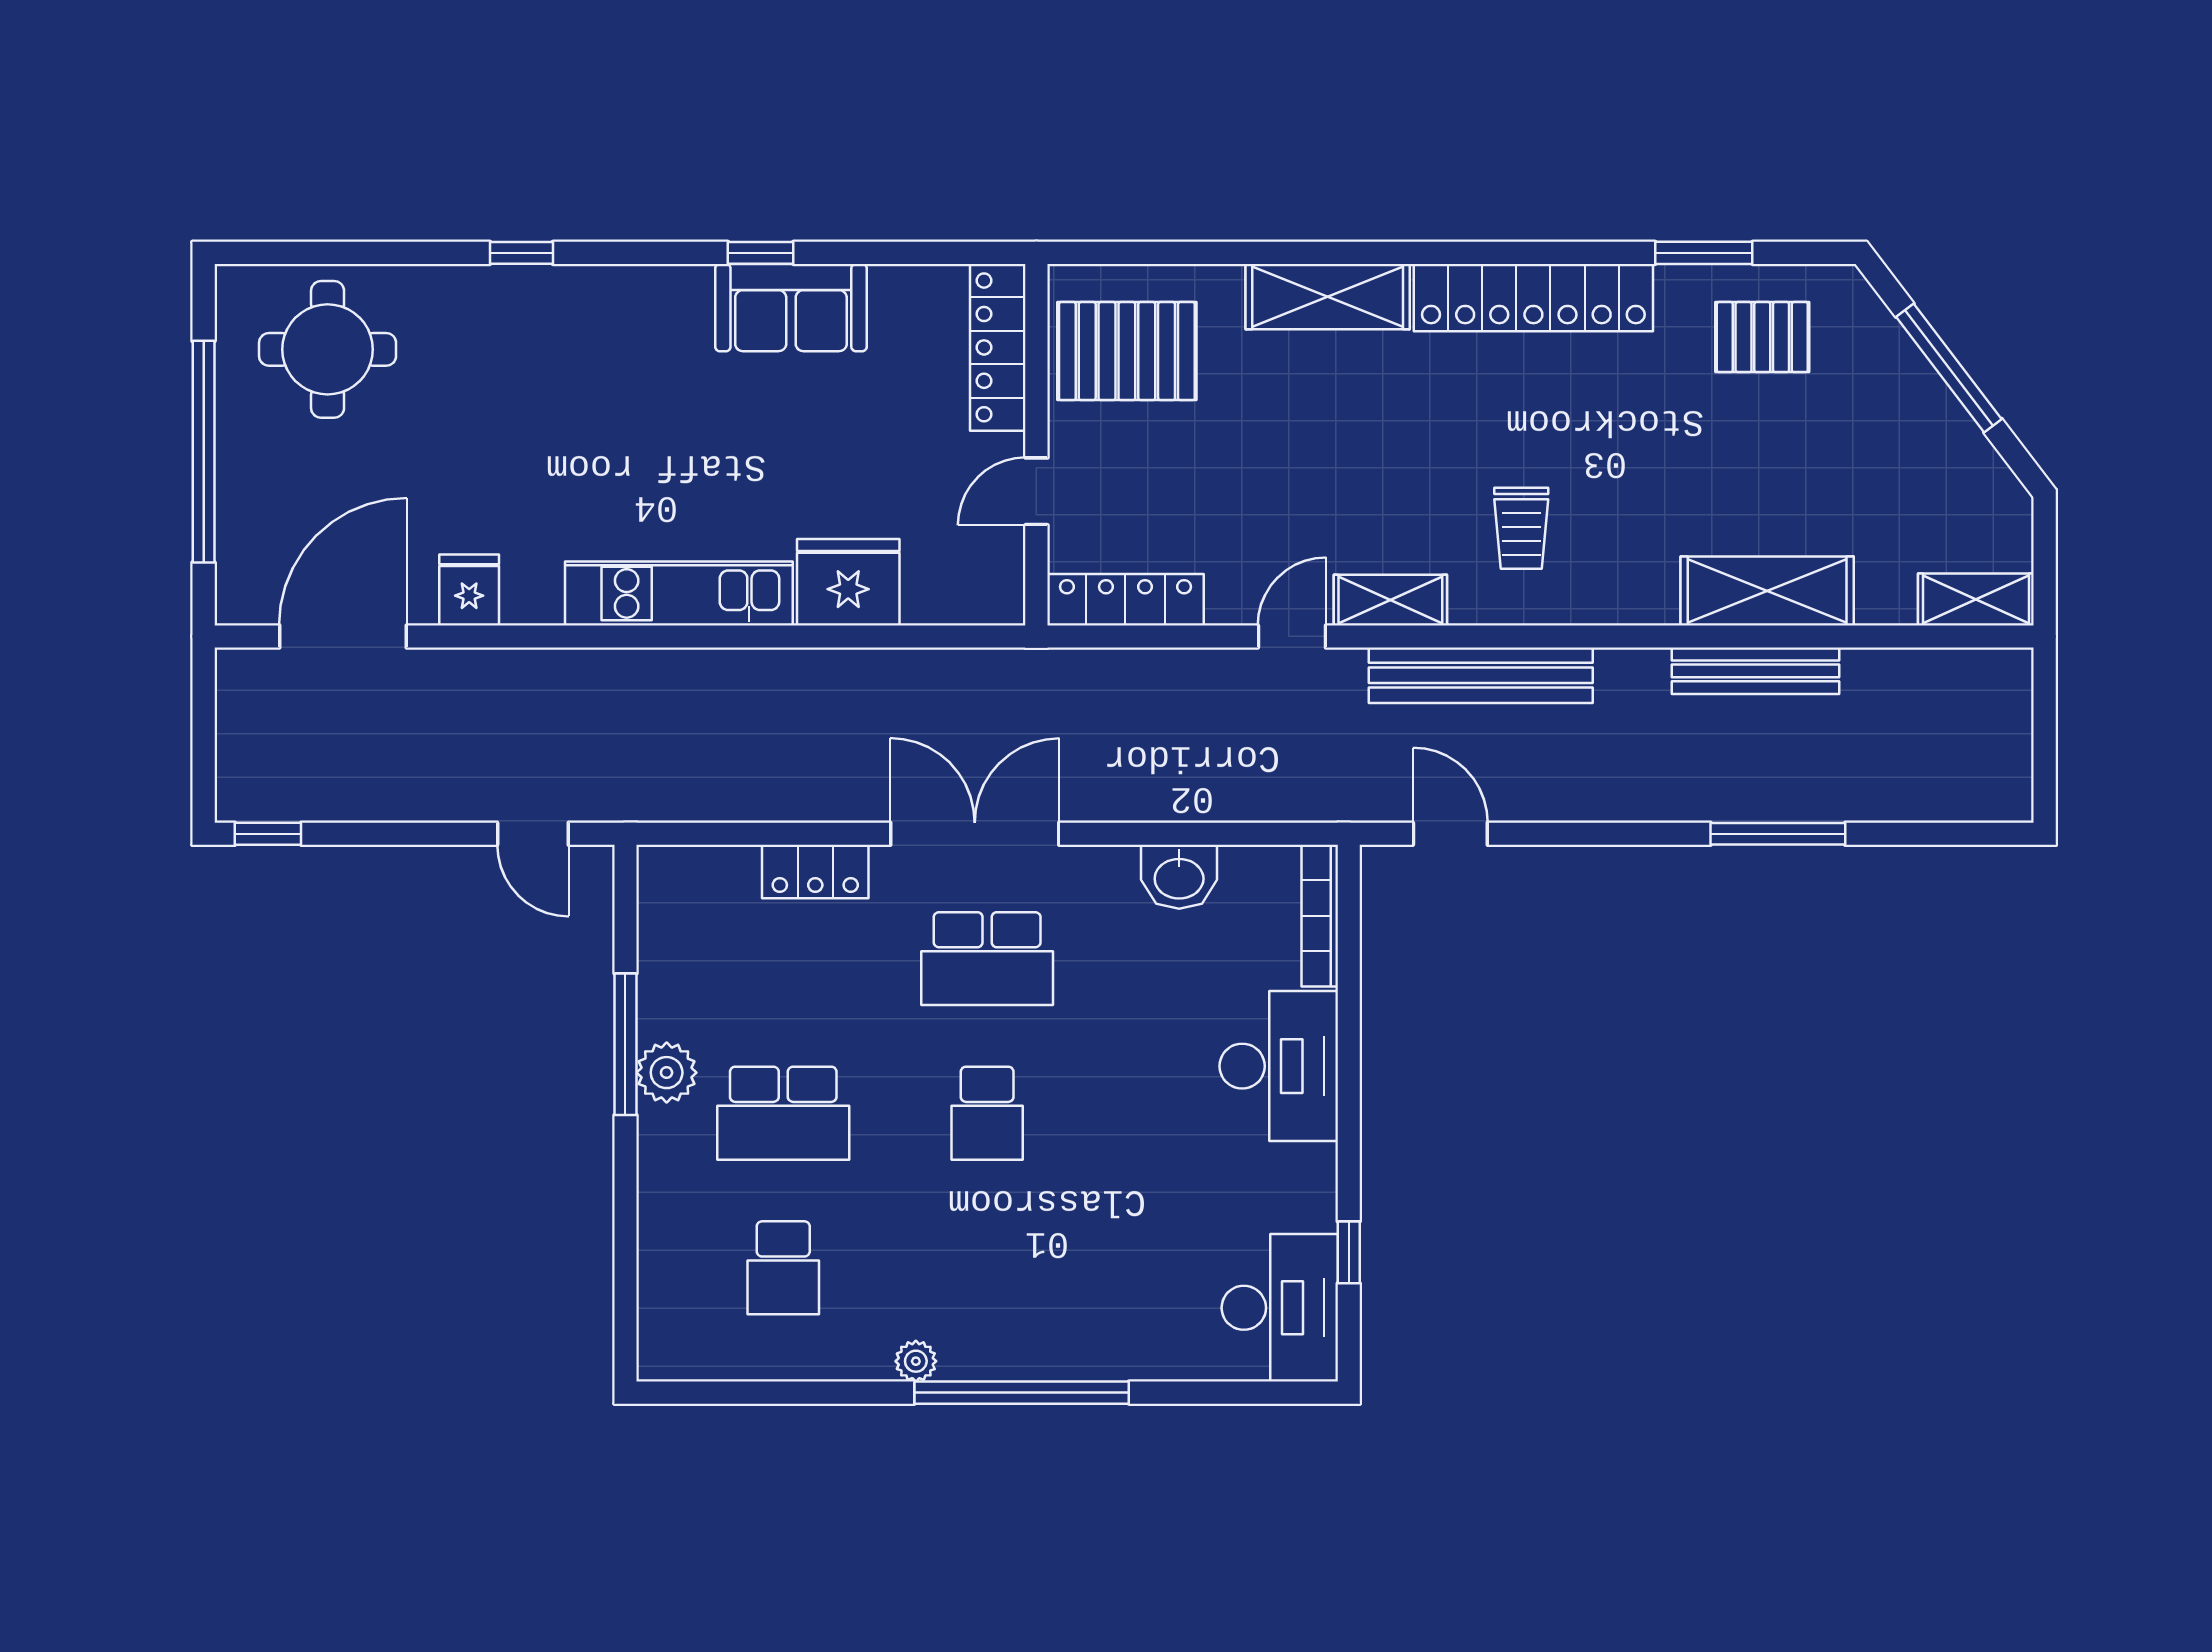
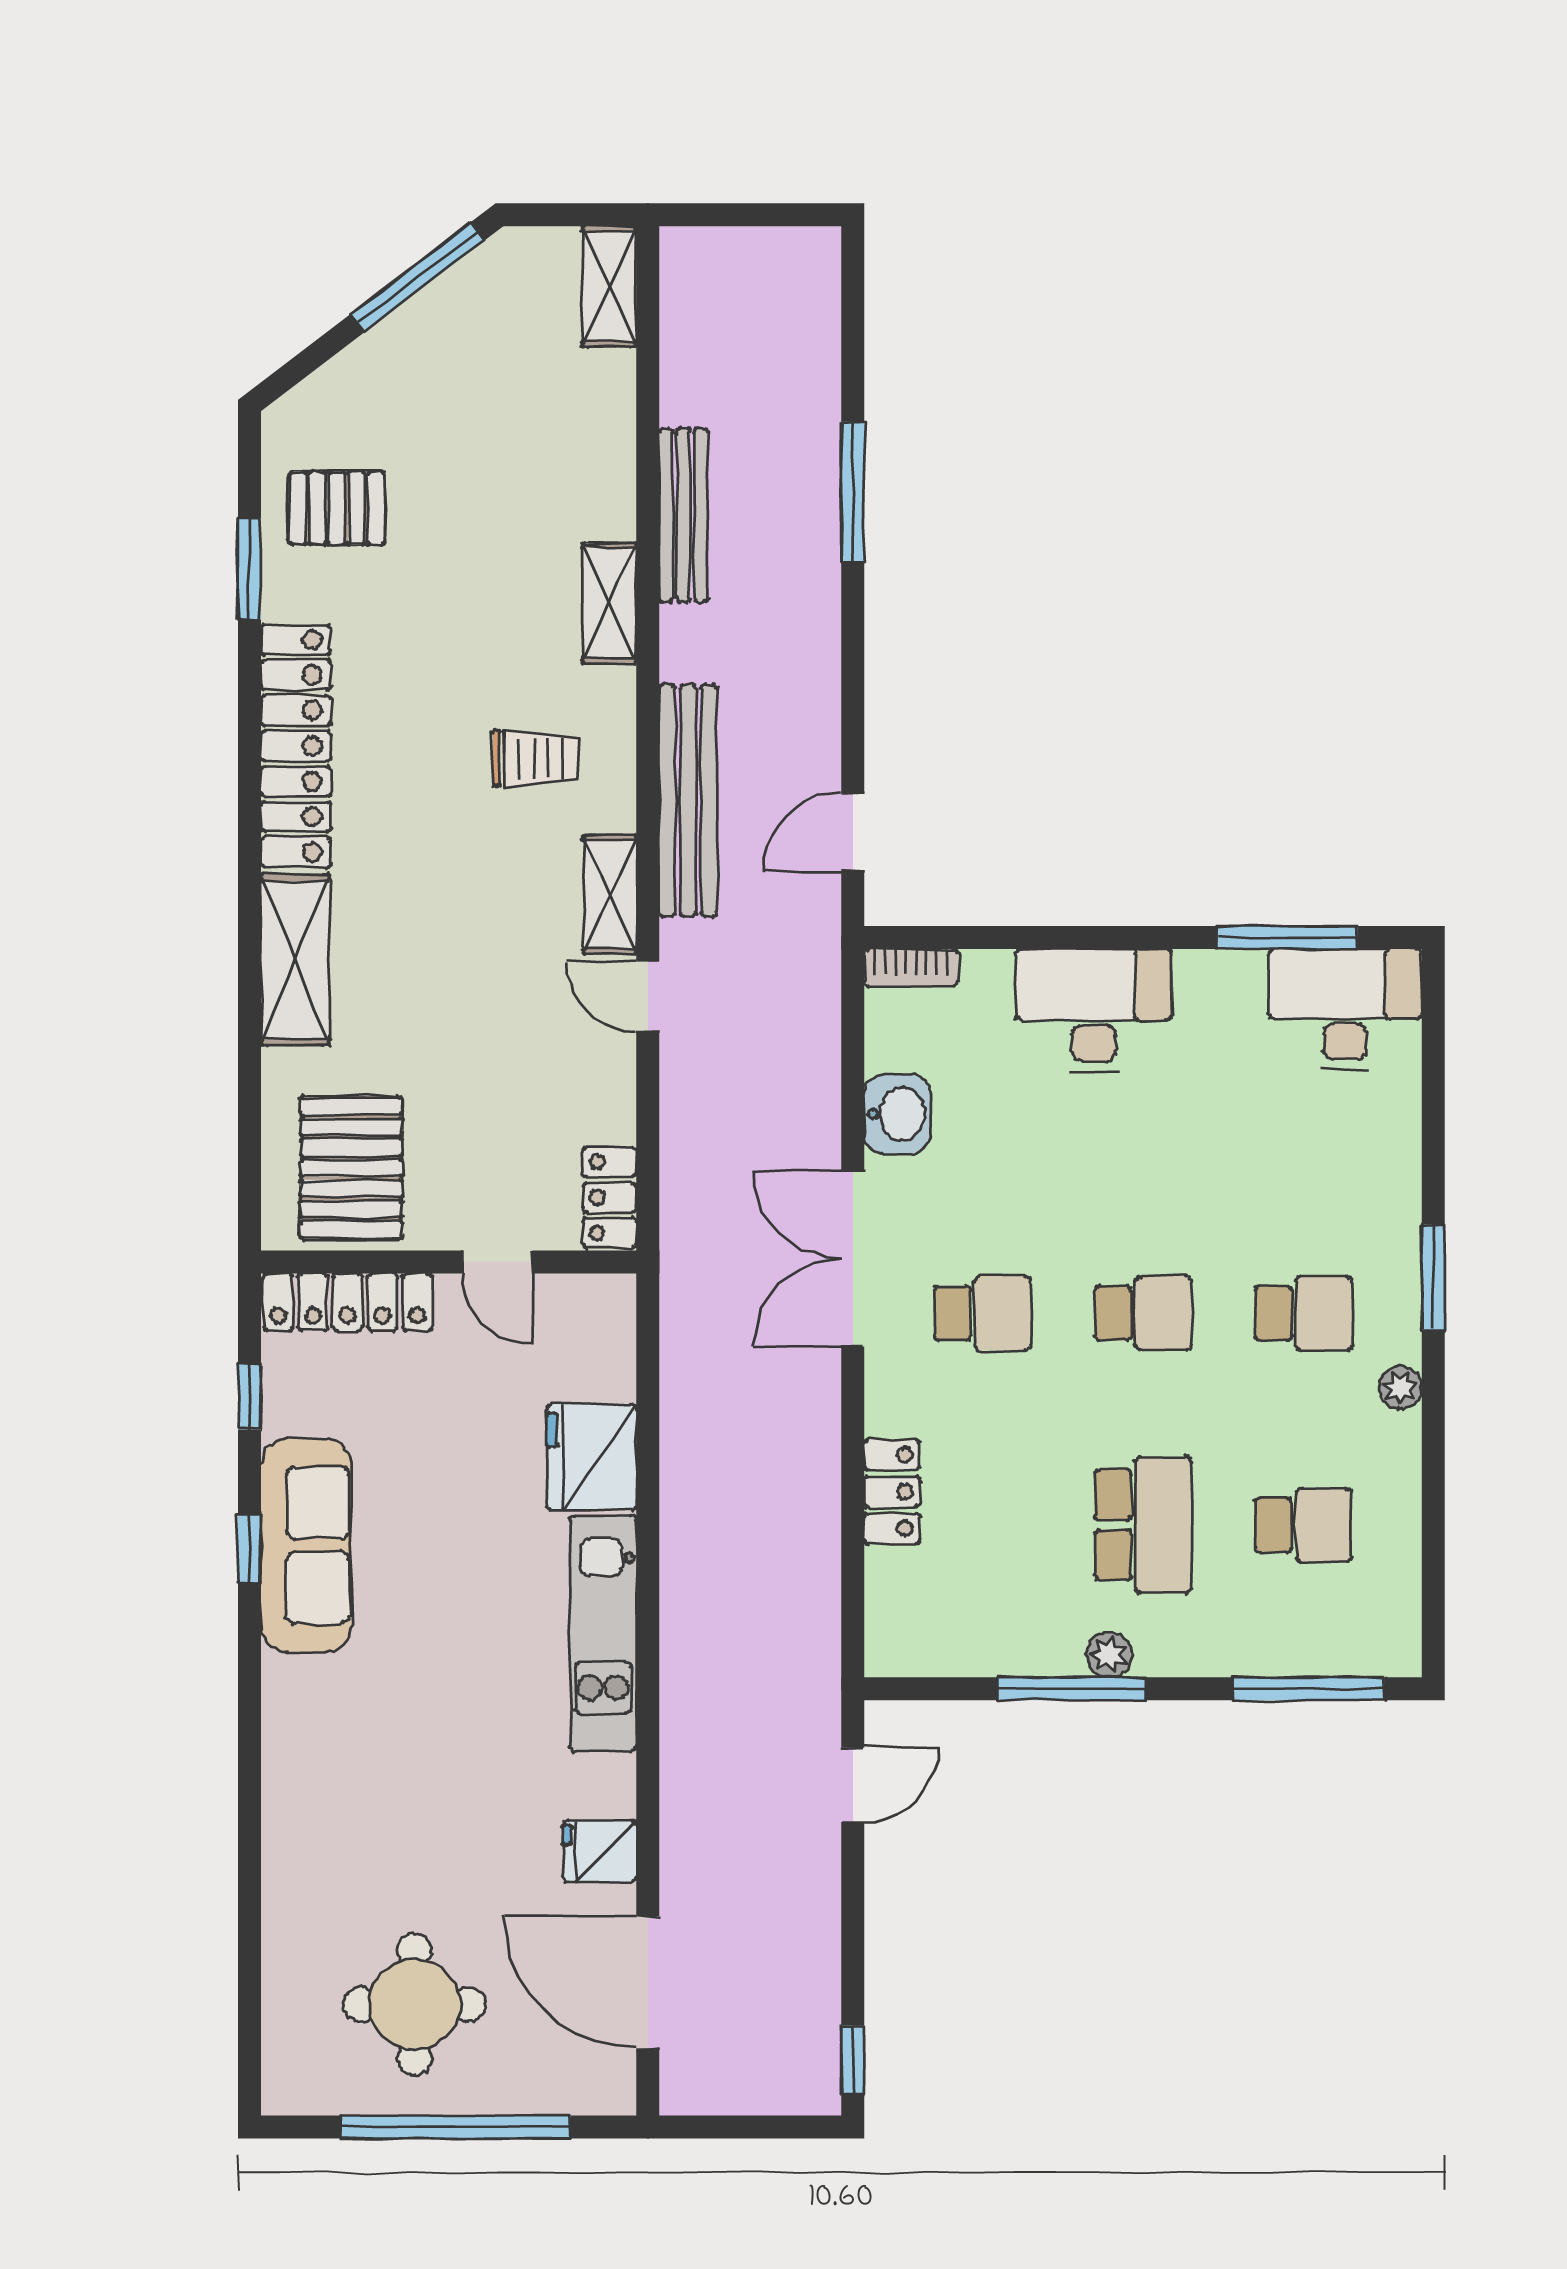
window: (521, 253) -> (249, 1397), moved
sofa: (791, 308) -> (306, 1545), width x1.36
pallet: (1762, 337) -> (337, 508), turned 90
round table: (328, 349) -> (415, 2005), moved
window: (1949, 368) -> (417, 278), moved
shelving: (1767, 591) -> (609, 603), moved, width x0.67, depth x0.75
locker: (1125, 600) -> (610, 1197), width x0.66
double door: (975, 834) -> (853, 1259), moved
bookcase: (1320, 916) -> (911, 968), width x0.64
school desk: (987, 959) -> (982, 1313), width x0.54
plant: (667, 1073) -> (1109, 1655), width x0.73, depth x0.73
window: (1349, 1252) -> (1287, 938), width x2.17
school desk: (987, 1268) -> (1303, 1313), added
window: (625, 1273) -> (1309, 1689), added
window: (1022, 1393) -> (1433, 1277), width x0.47

